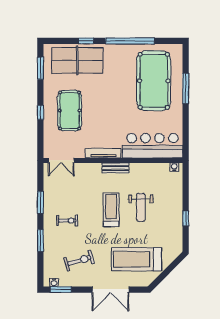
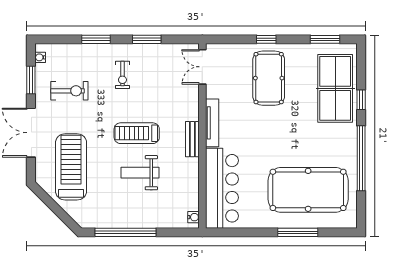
pool table: (70, 111) -> (269, 78), turned 90
treadmill: (111, 210) -> (137, 133), turned 180
window: (186, 218) -> (125, 232), width x3.17
exercise bike: (79, 261) -> (69, 91), turned -73
window: (61, 290) -> (31, 80), moved

